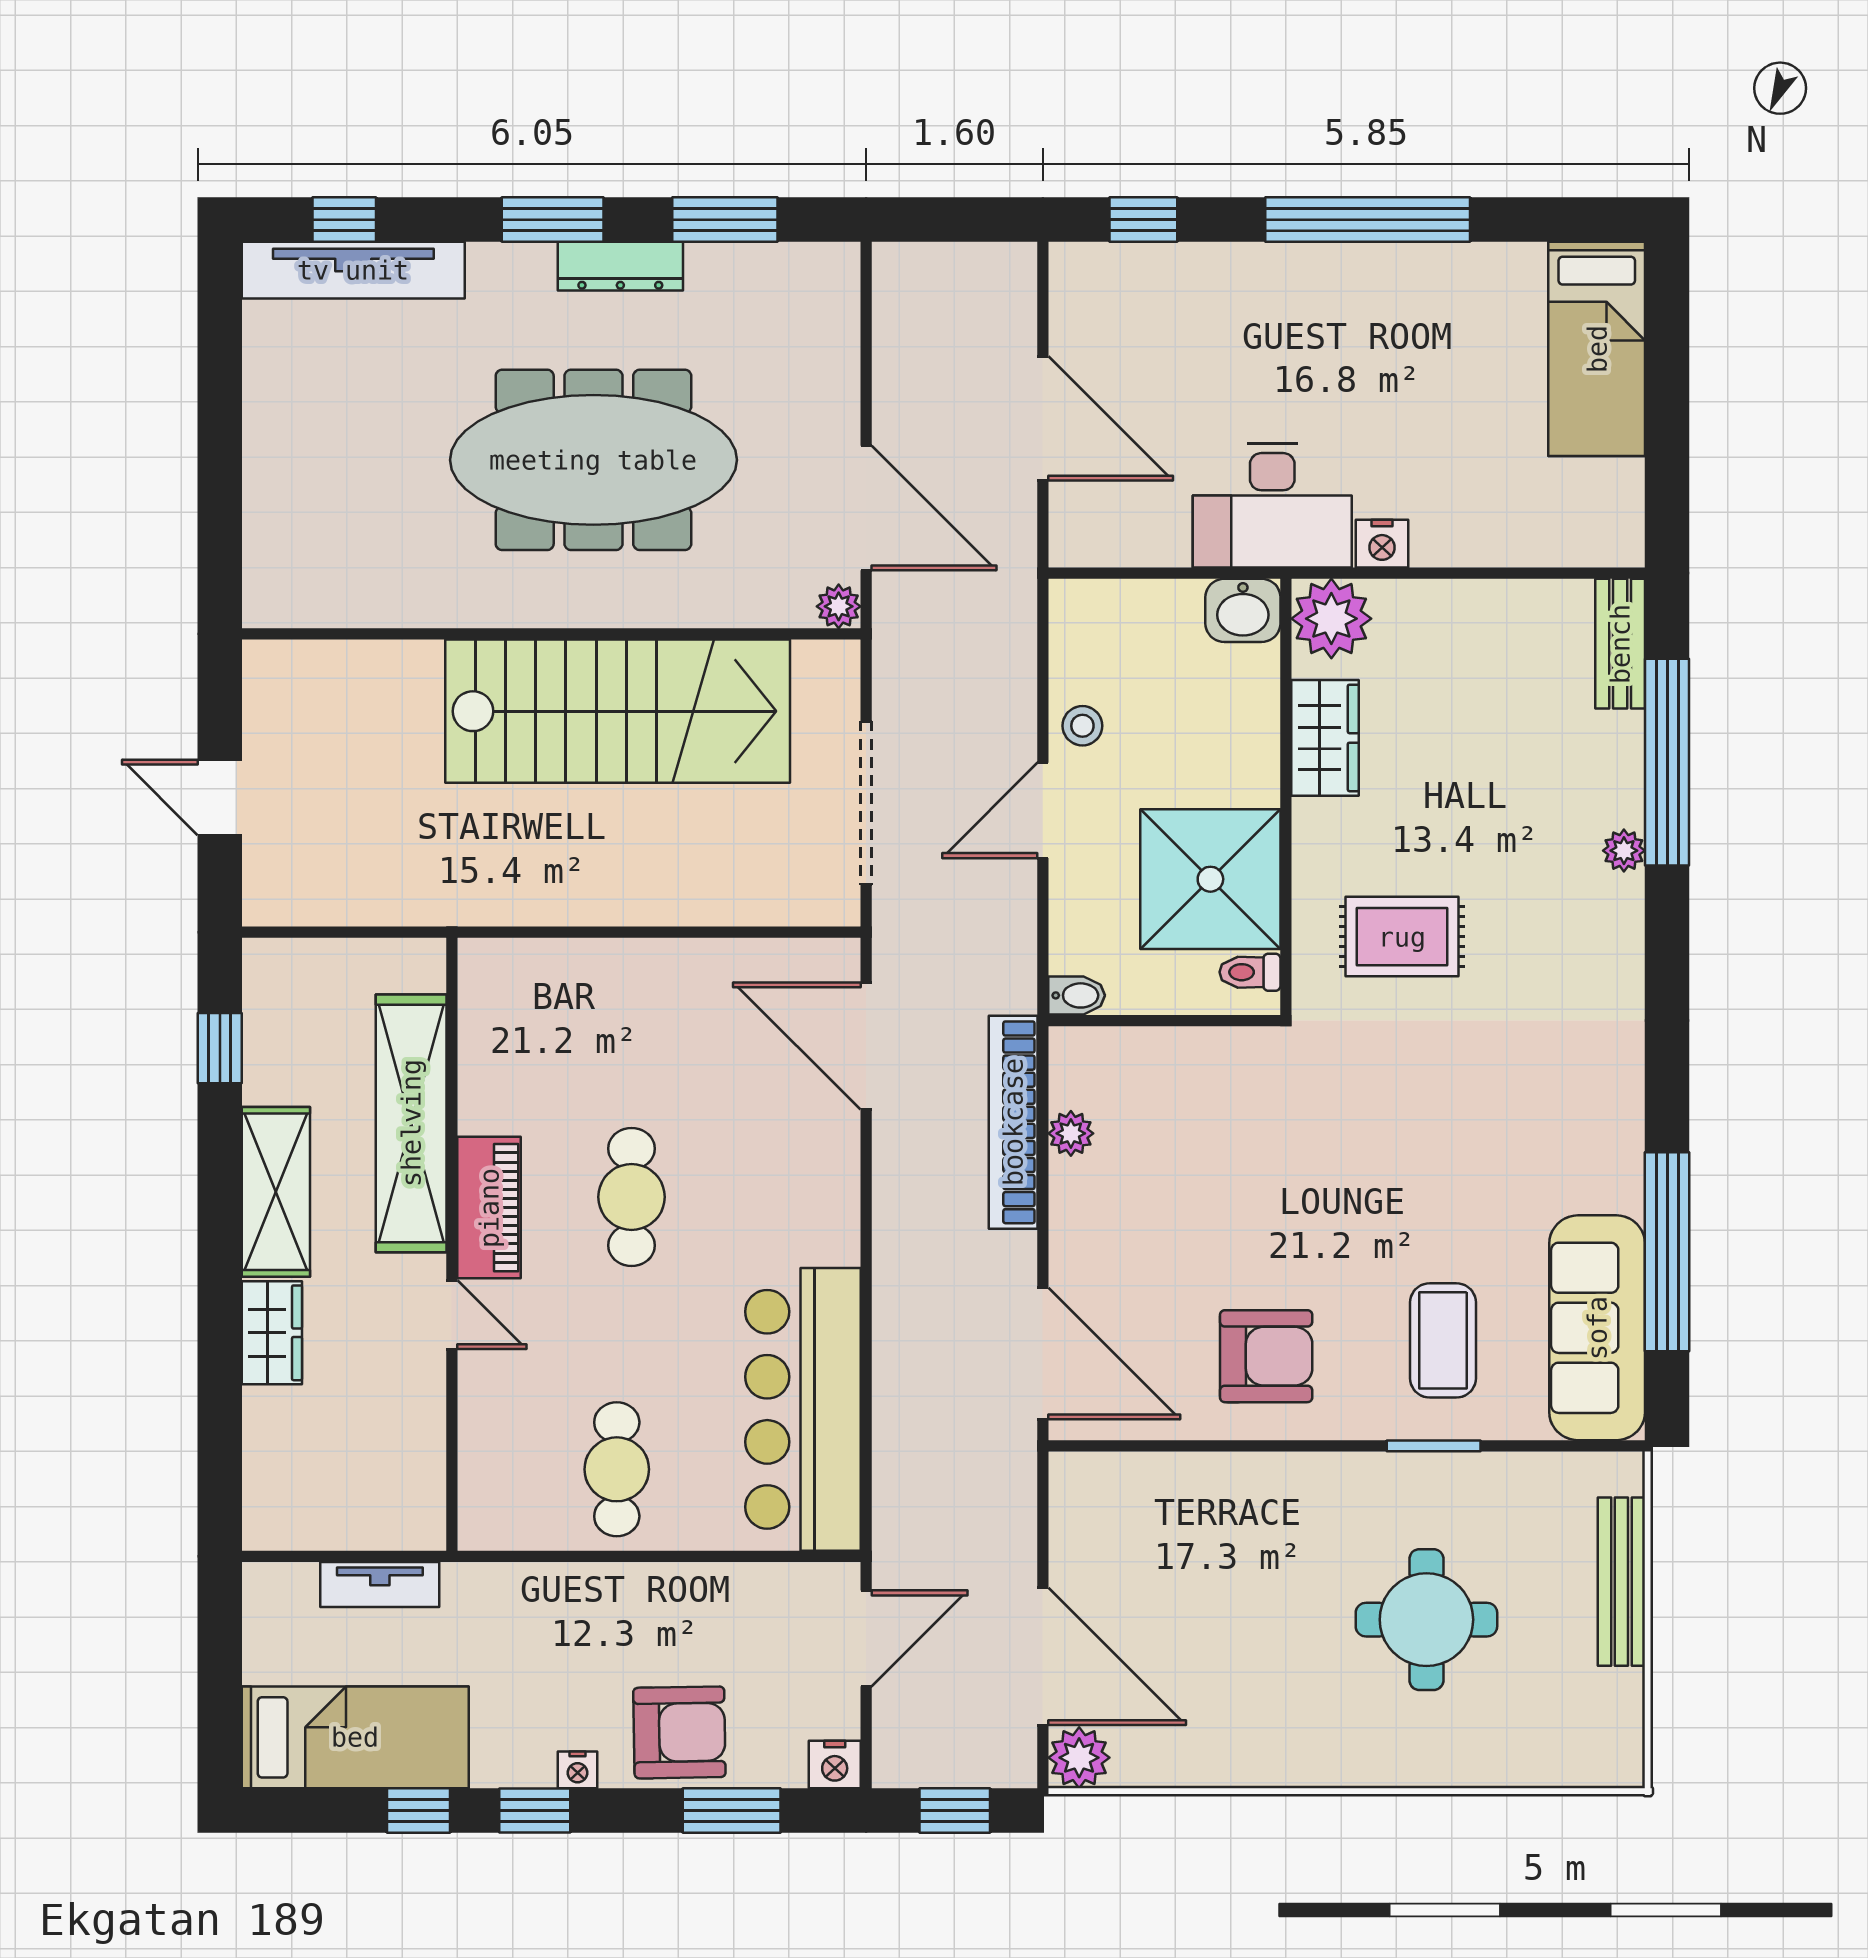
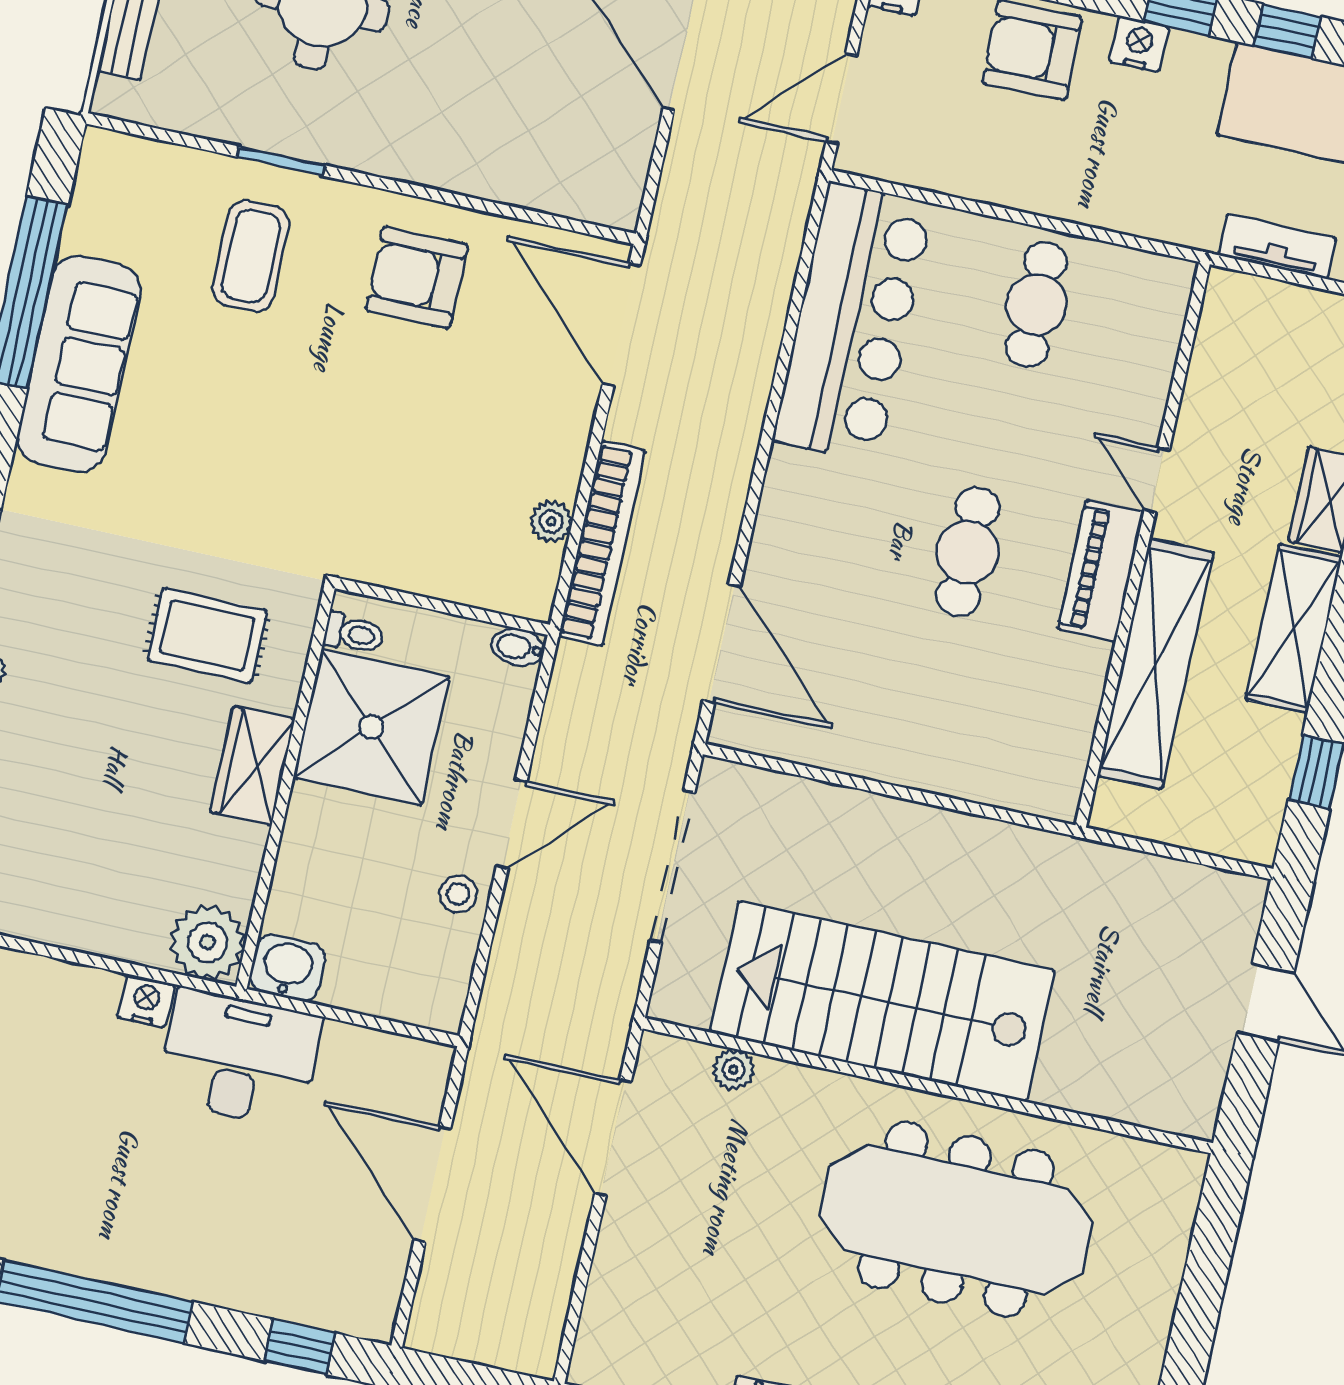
meeting table: (593, 460) -> (956, 1219), moved
plant: (839, 606) -> (733, 1069), moved
wardrobe: (1325, 738) -> (252, 766), moved
sofa: (1597, 1328) -> (79, 364), moved
nightstand: (577, 1770) -> (1139, 44), width x1.39, depth x1.35

